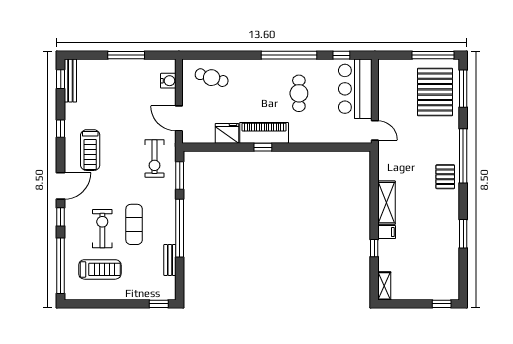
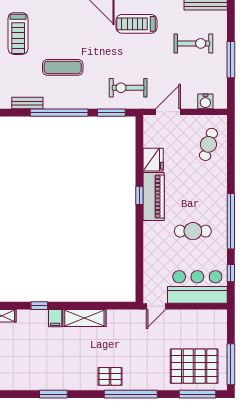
exercise bike: (102, 229) -> (193, 43), moved

